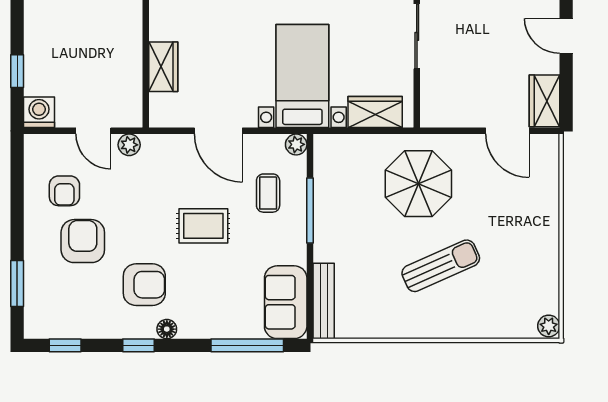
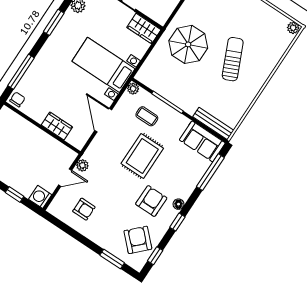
wardrobe: (375, 112) -> (144, 29), moved, turned -90
door: (218, 131) -> (103, 120), swing flipped
rug: (203, 226) -> (142, 156), width x1.36, depth x1.43
armchair: (83, 241) -> (138, 240), moved, turned 45

